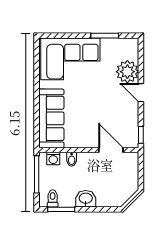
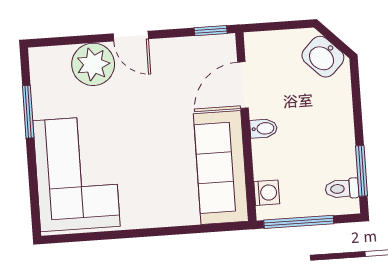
door: (141, 93) -> (131, 36), hinge flipped
sofa: (51, 118) -> (221, 167), moved, turned -90
bidet: (72, 159) -> (264, 128), moved
washbasin: (86, 199) -> (323, 57), moved, turned -45

